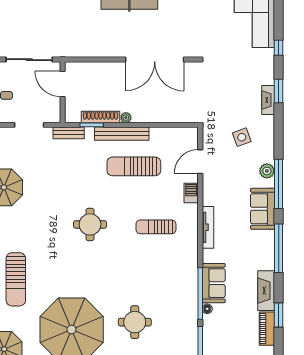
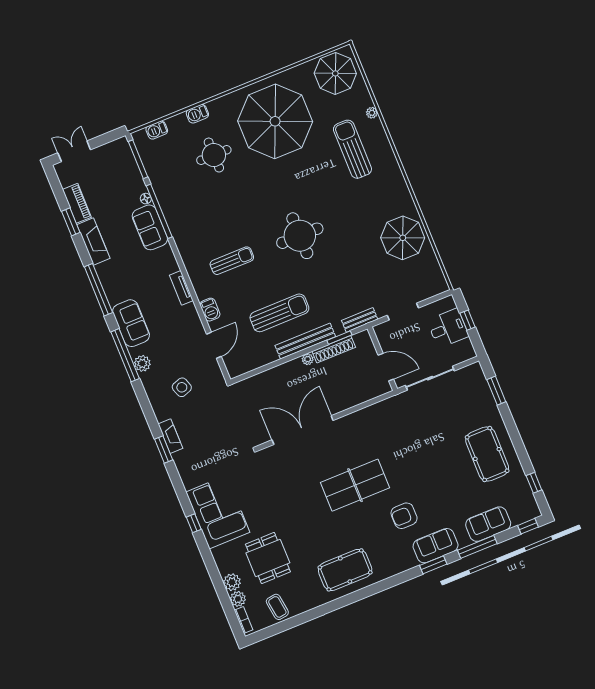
window: (279, 48) -> (194, 523), moved
round table: (90, 224) -> (300, 236), width x1.36, depth x1.36
tv unit: (208, 227) -> (181, 288), width x0.71

